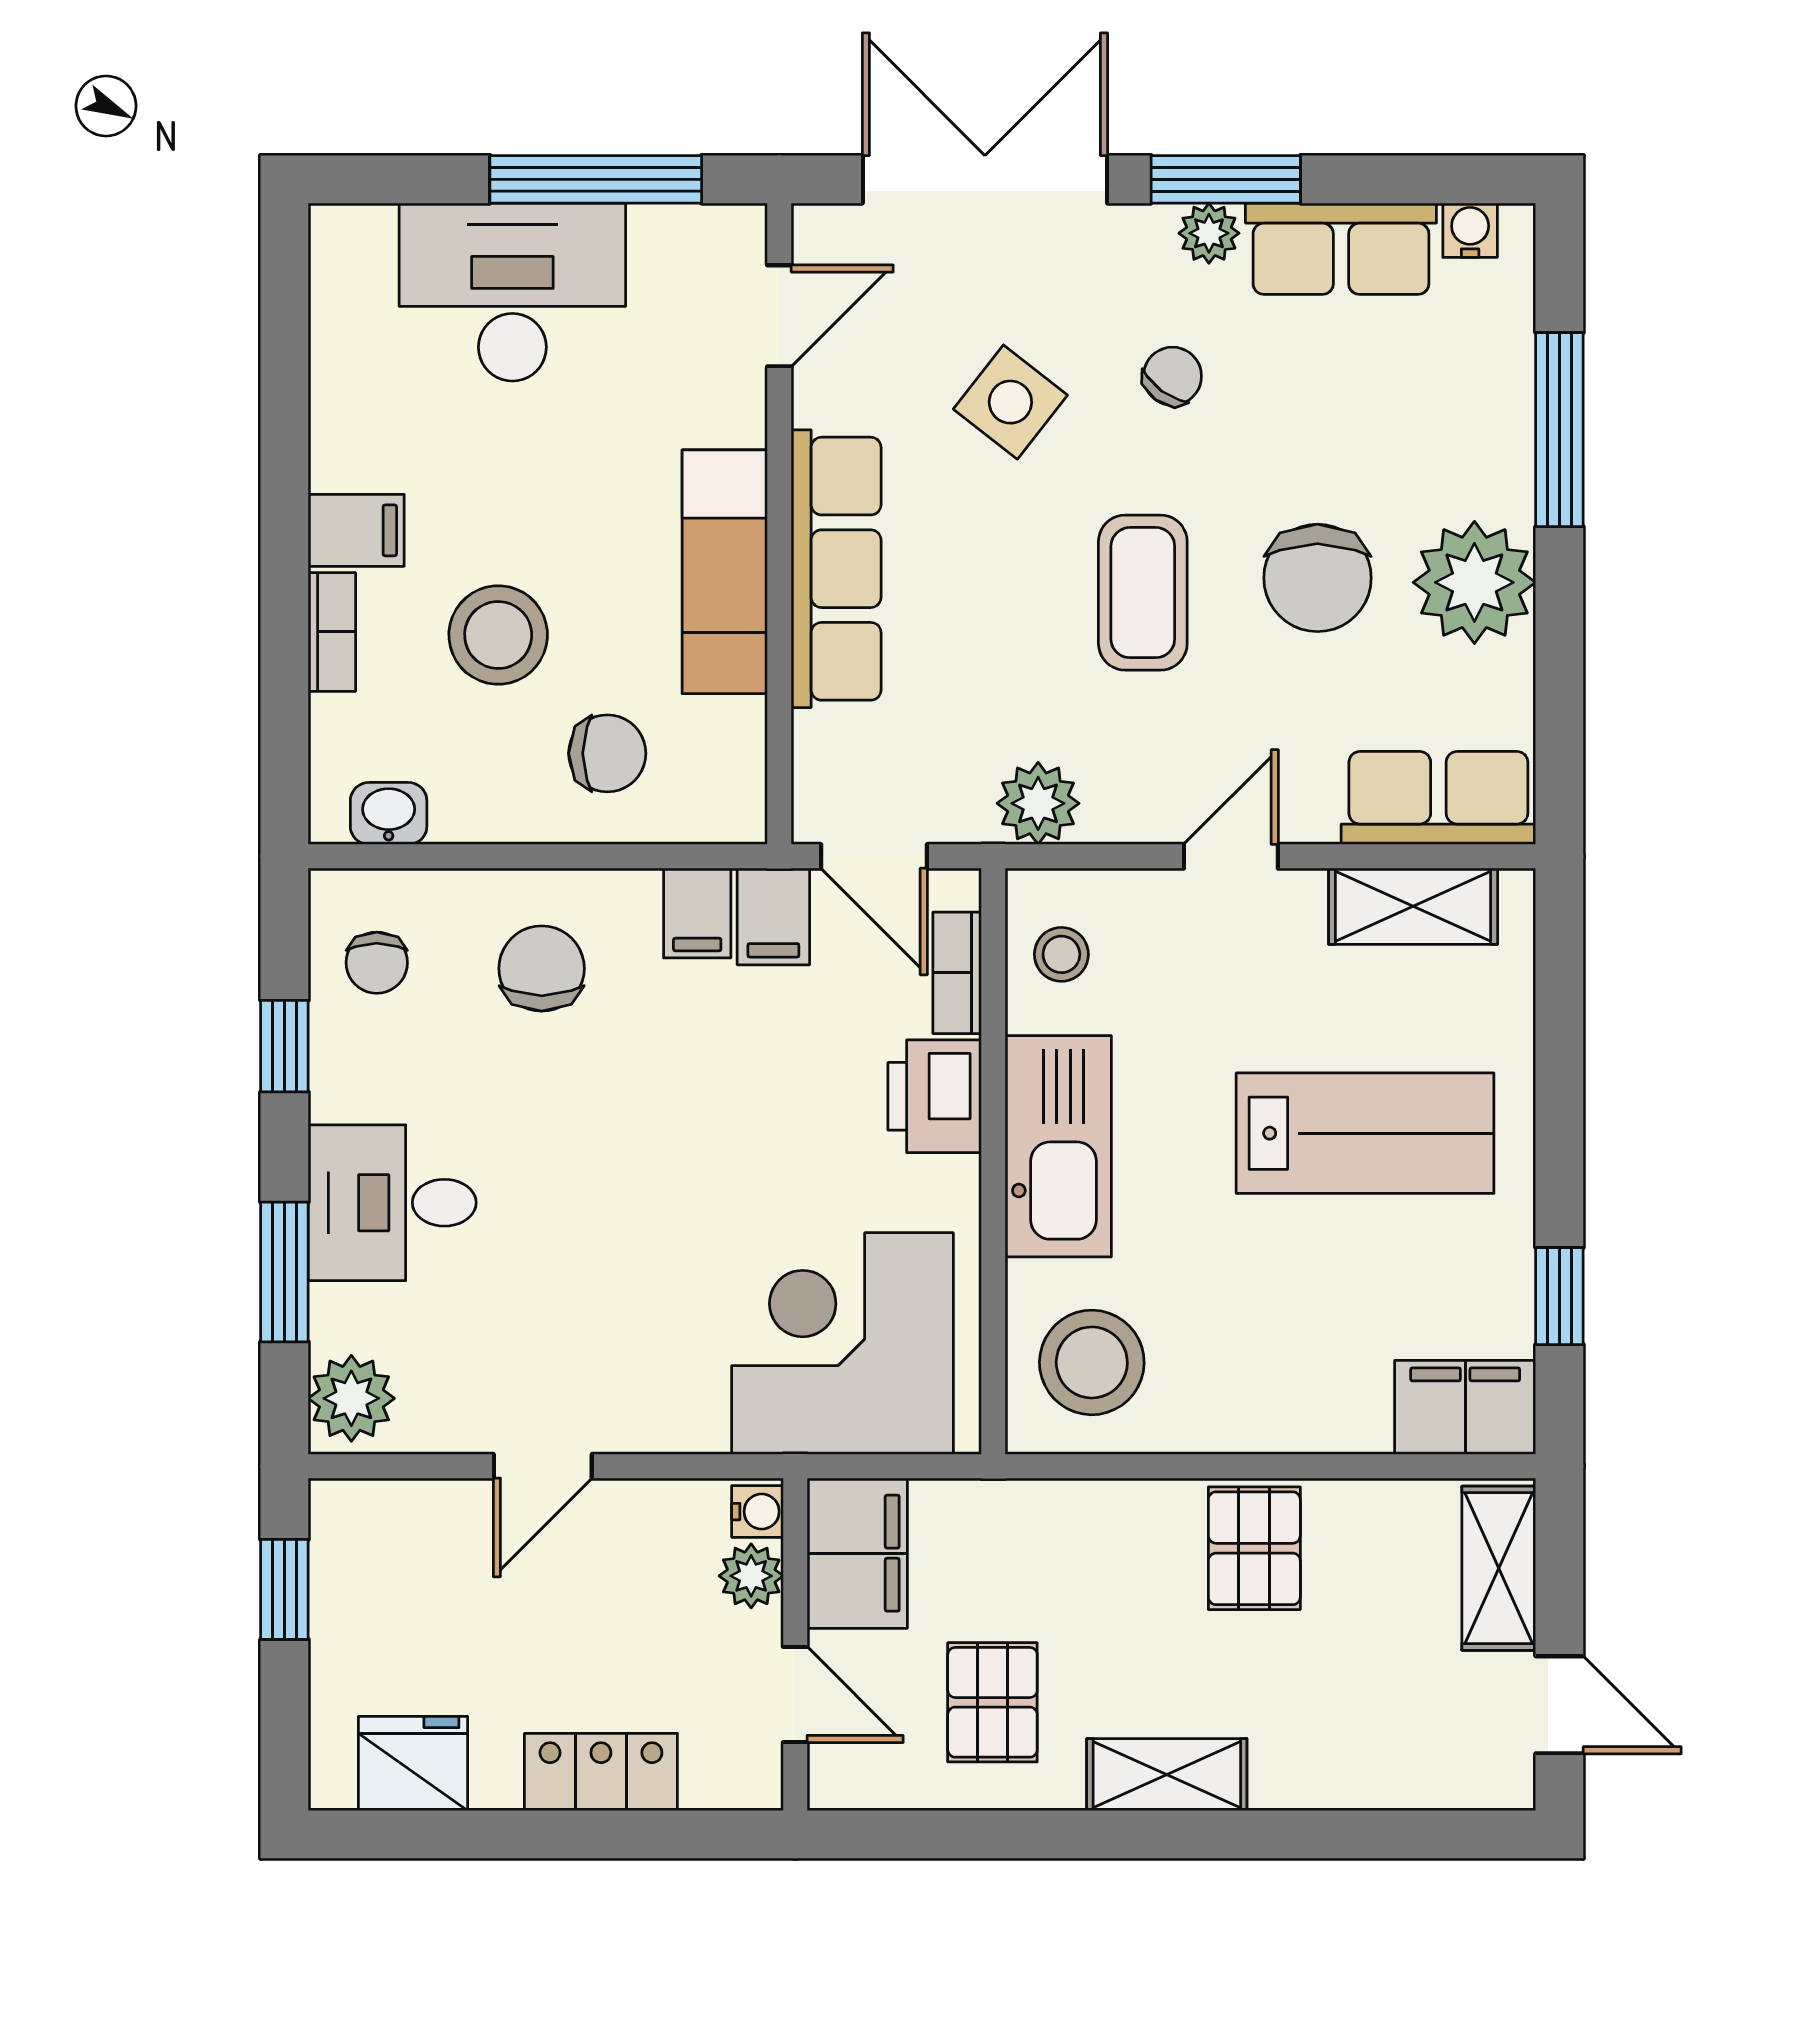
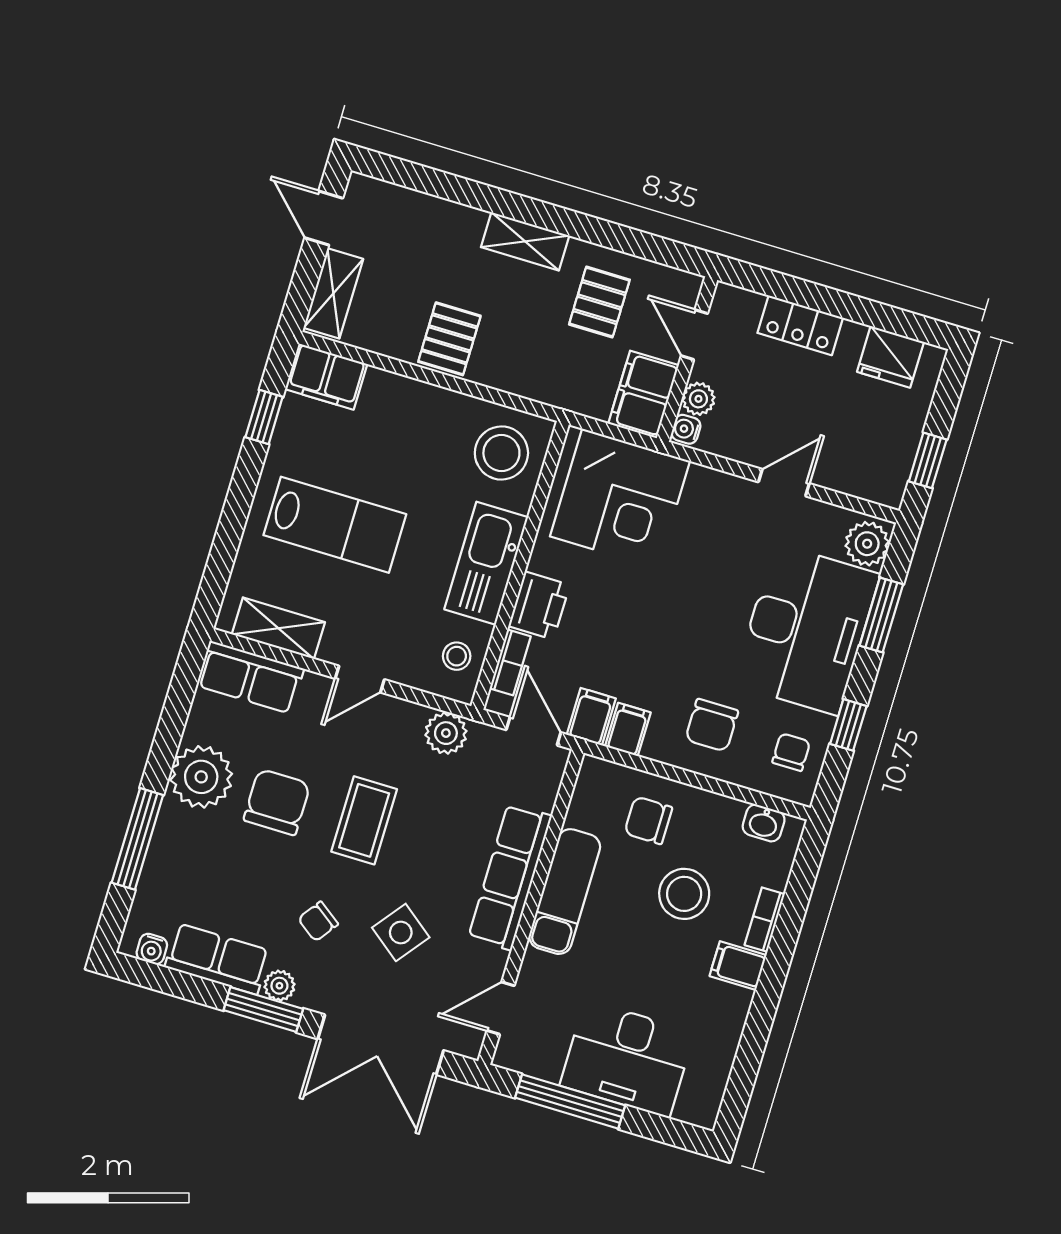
lab bench: (1365, 1133) -> (335, 525), turned 180
desk: (392, 1203) -> (806, 629), width x1.87, depth x1.30

